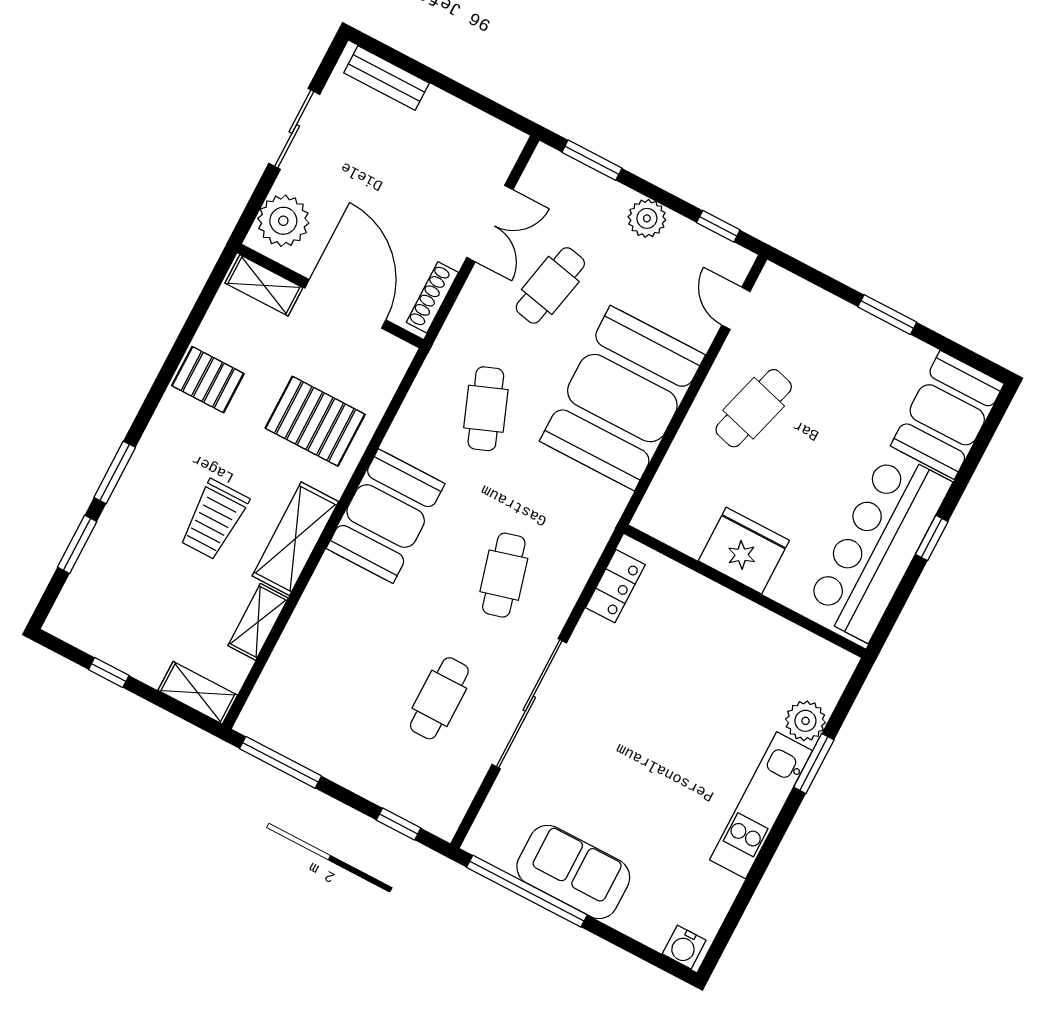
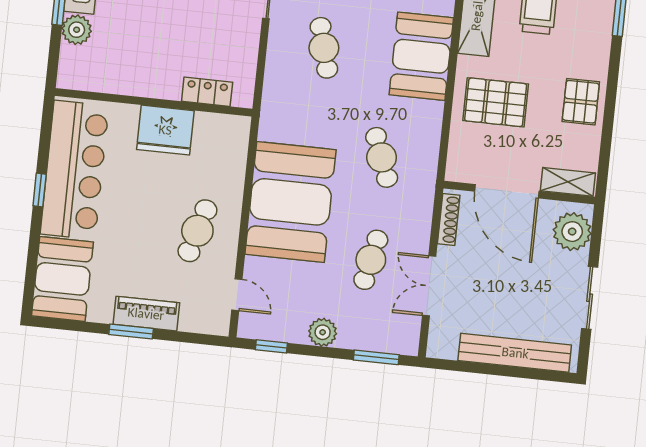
bench: (386, 78) -> (515, 353), width x1.86, depth x1.21
piano: (859, 329) -> (146, 314), added
pallet: (208, 380) -> (581, 102), turned 90
locker: (615, 586) -> (207, 92), moved, turned 90

